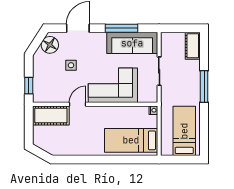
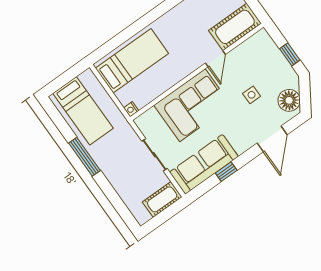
window: (121, 28) -> (226, 172), width x0.46
cot: (193, 46) -> (162, 199), moved, turned 90
window: (29, 86) -> (290, 54), moved
window: (204, 87) -> (84, 157), moved

